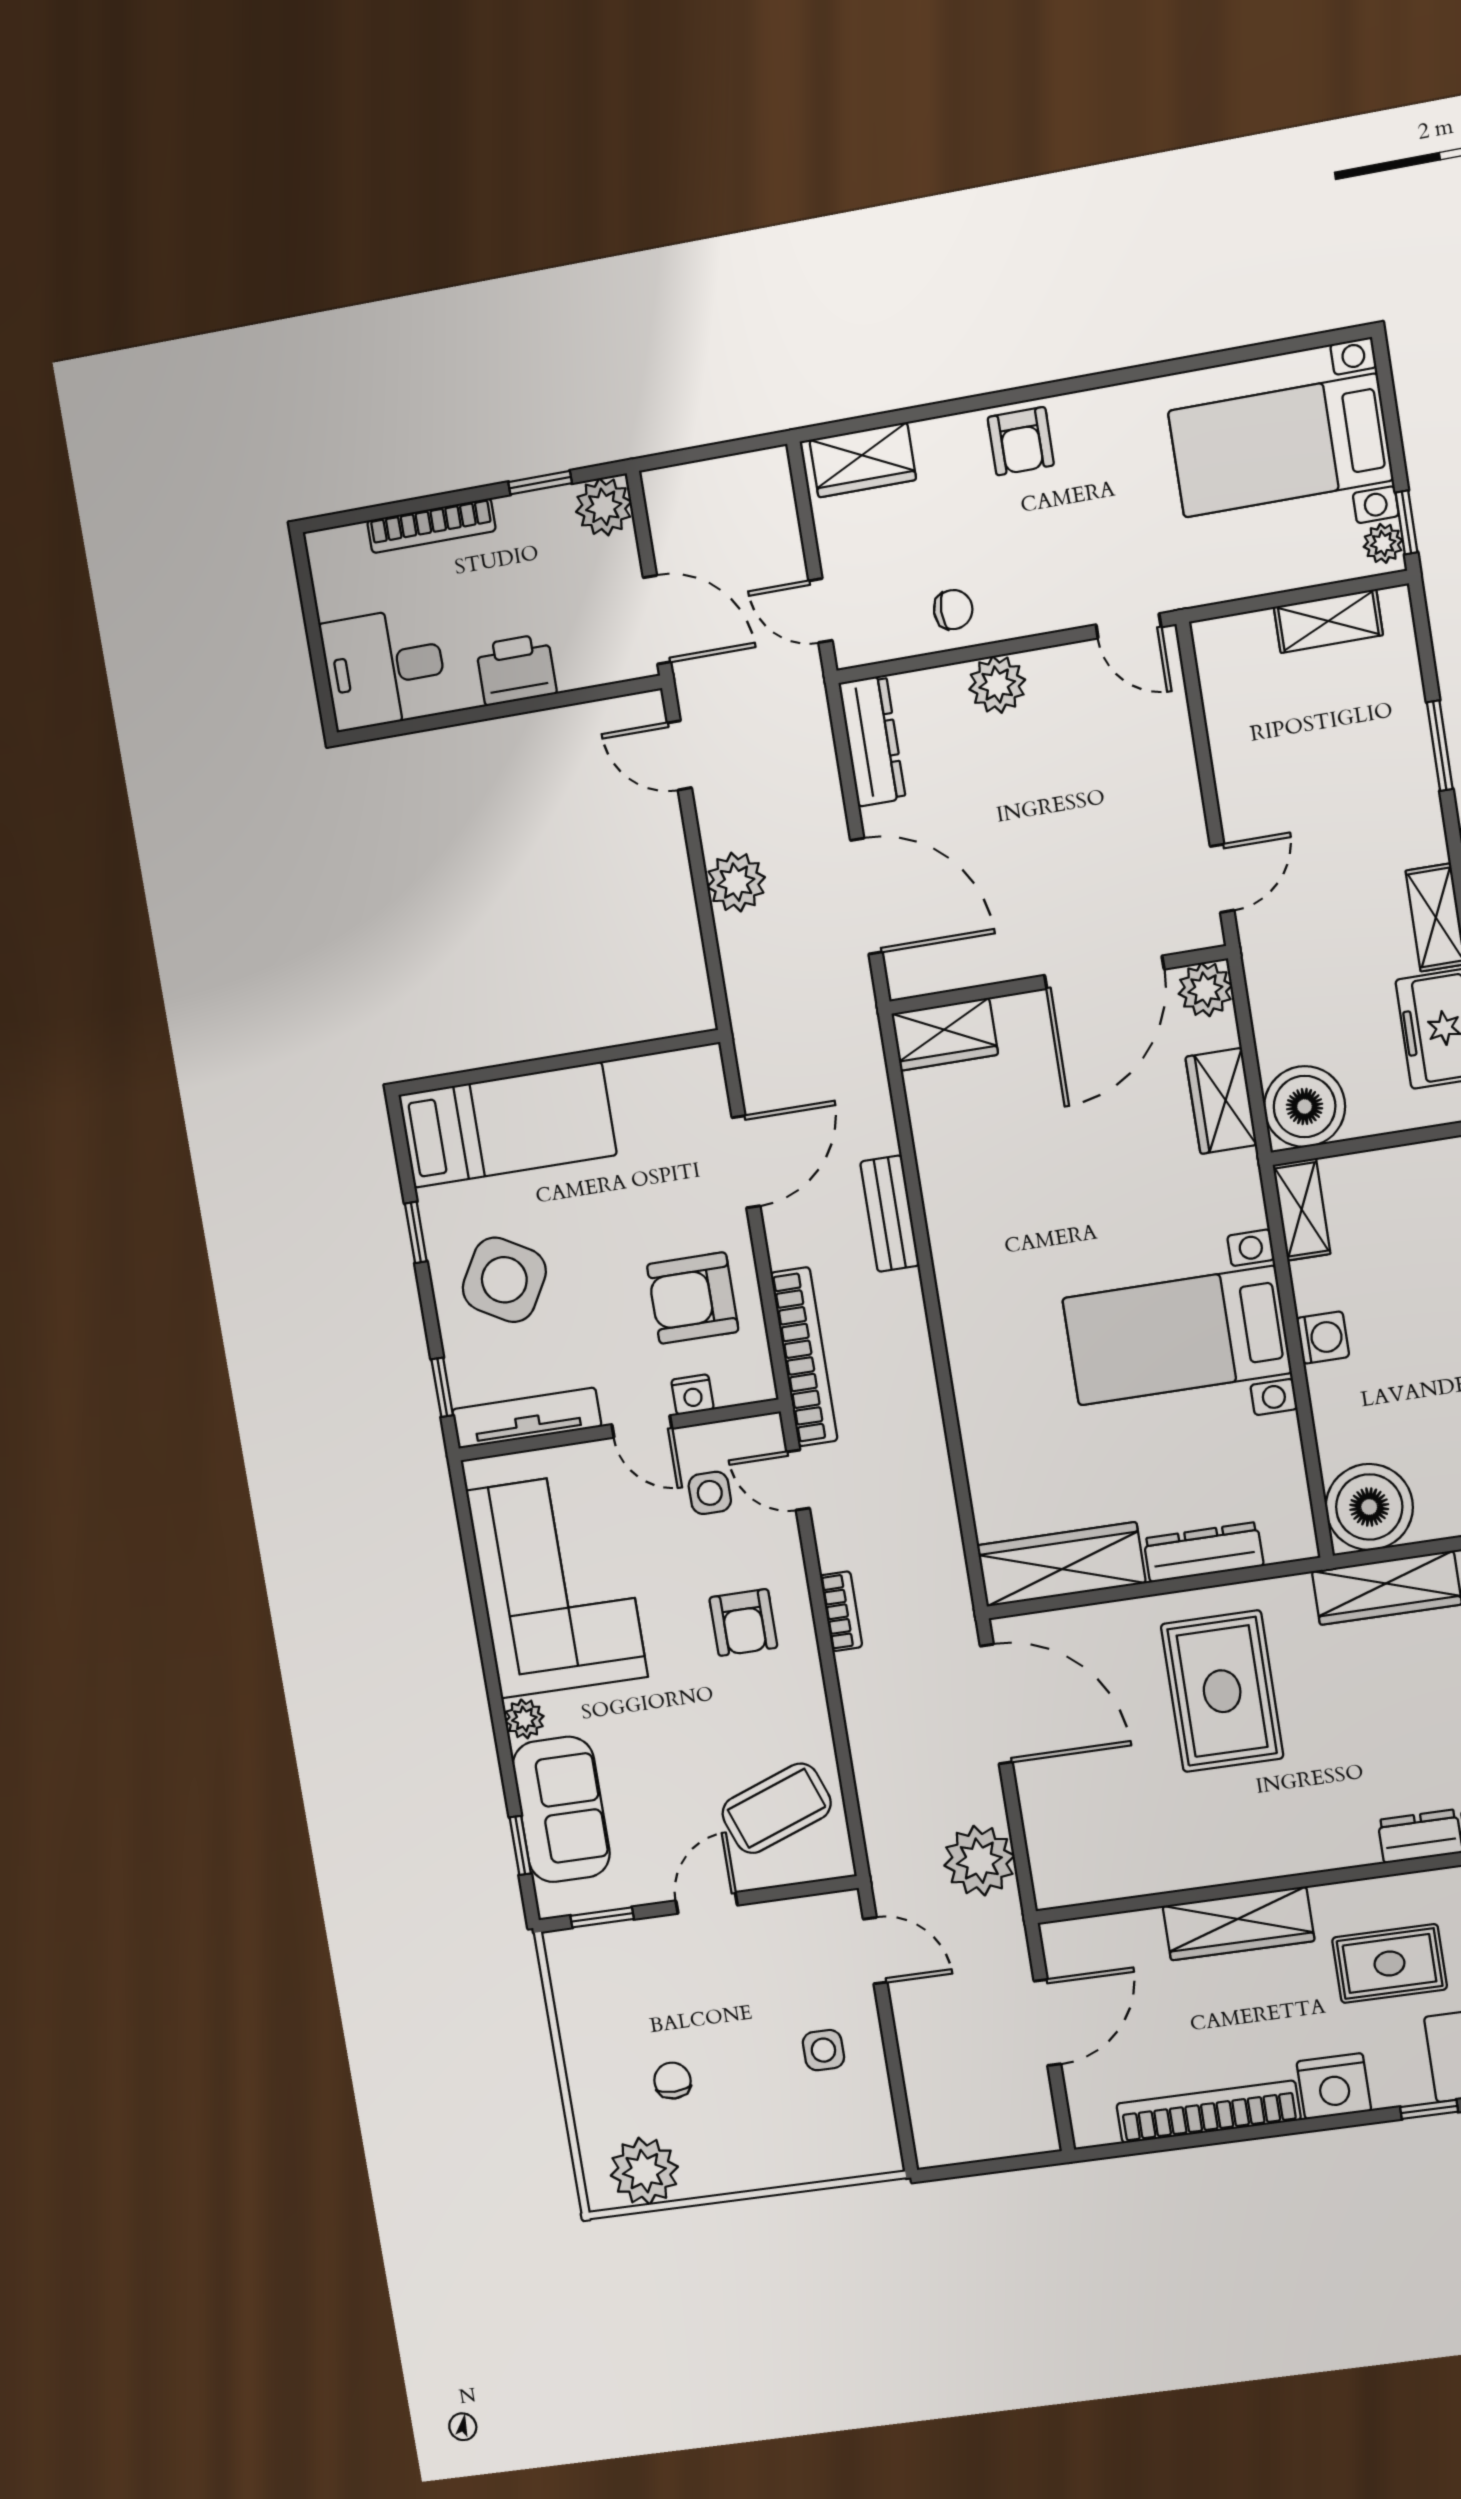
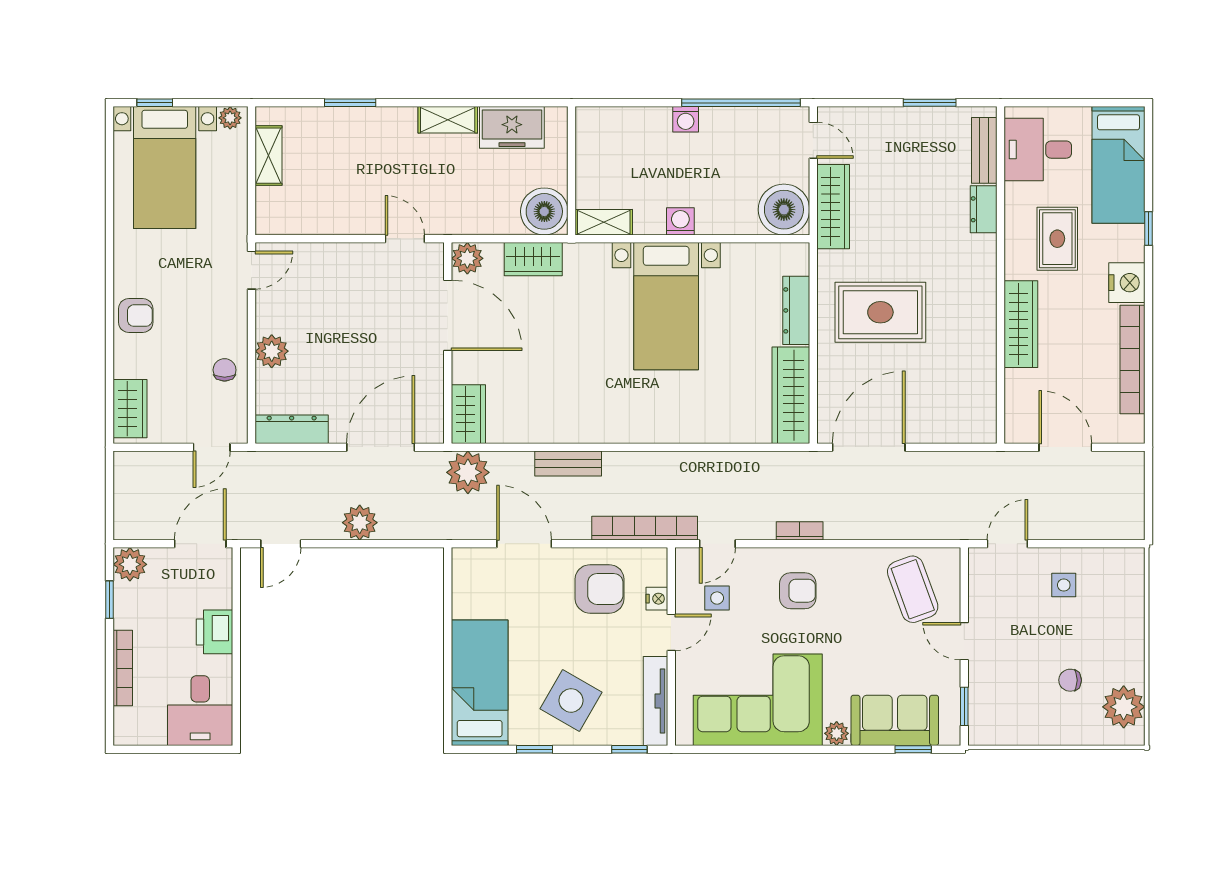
window: (1406, 522) -> (155, 103), moved
armchair: (693, 1298) -> (600, 589), turned -90
plant: (979, 1861) -> (468, 472), moved

